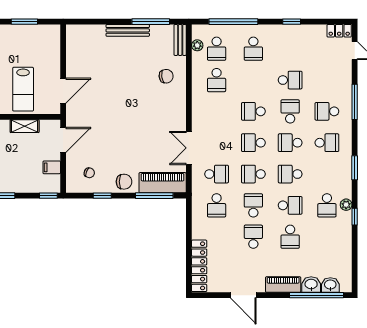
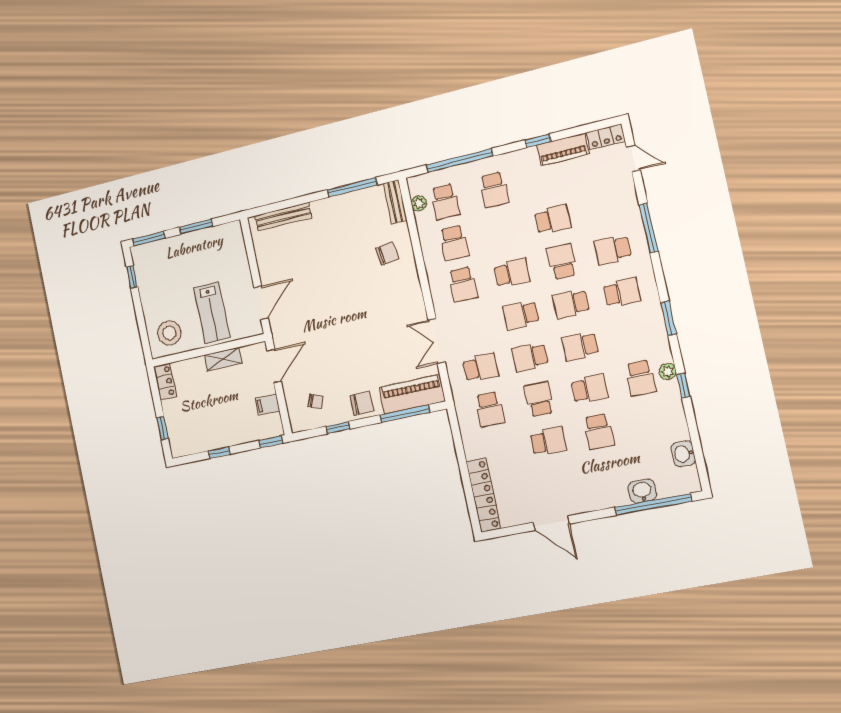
bench: (128, 30) -> (283, 217), moved
school desk: (217, 111) -> (463, 284), added
school desk: (253, 111) -> (512, 273), turned 180
school desk: (253, 237) -> (548, 441), turned 90
piano: (283, 285) -> (563, 149), moved, turned 180
washbasin: (330, 285) -> (683, 454), moved, turned -90

